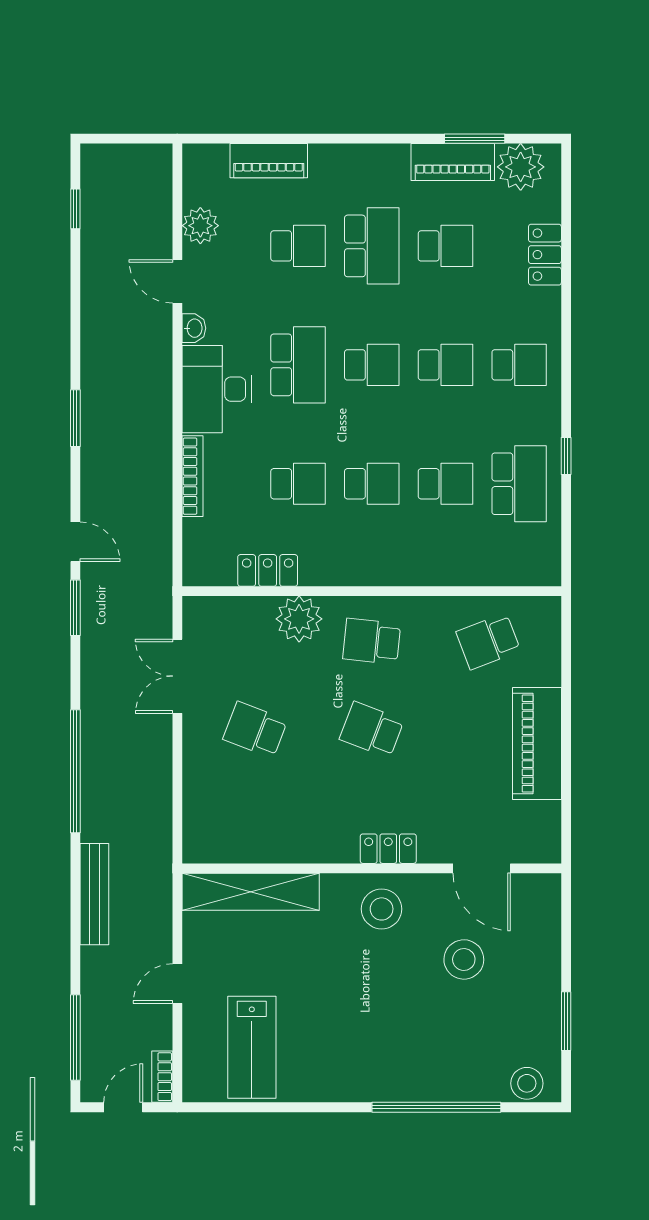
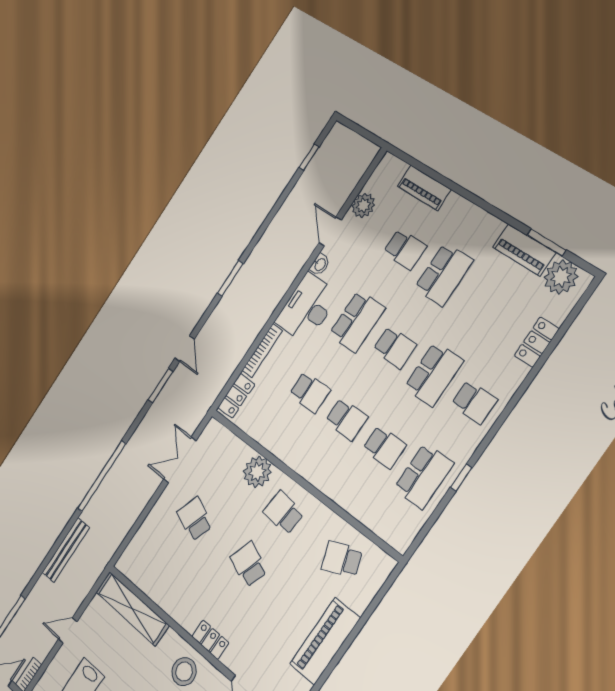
school desk: (445, 246) -> (484, 300), removed
school desk: (445, 365) -> (434, 374), width x1.85
locker: (268, 570) -> (236, 396), moved, turned 90

